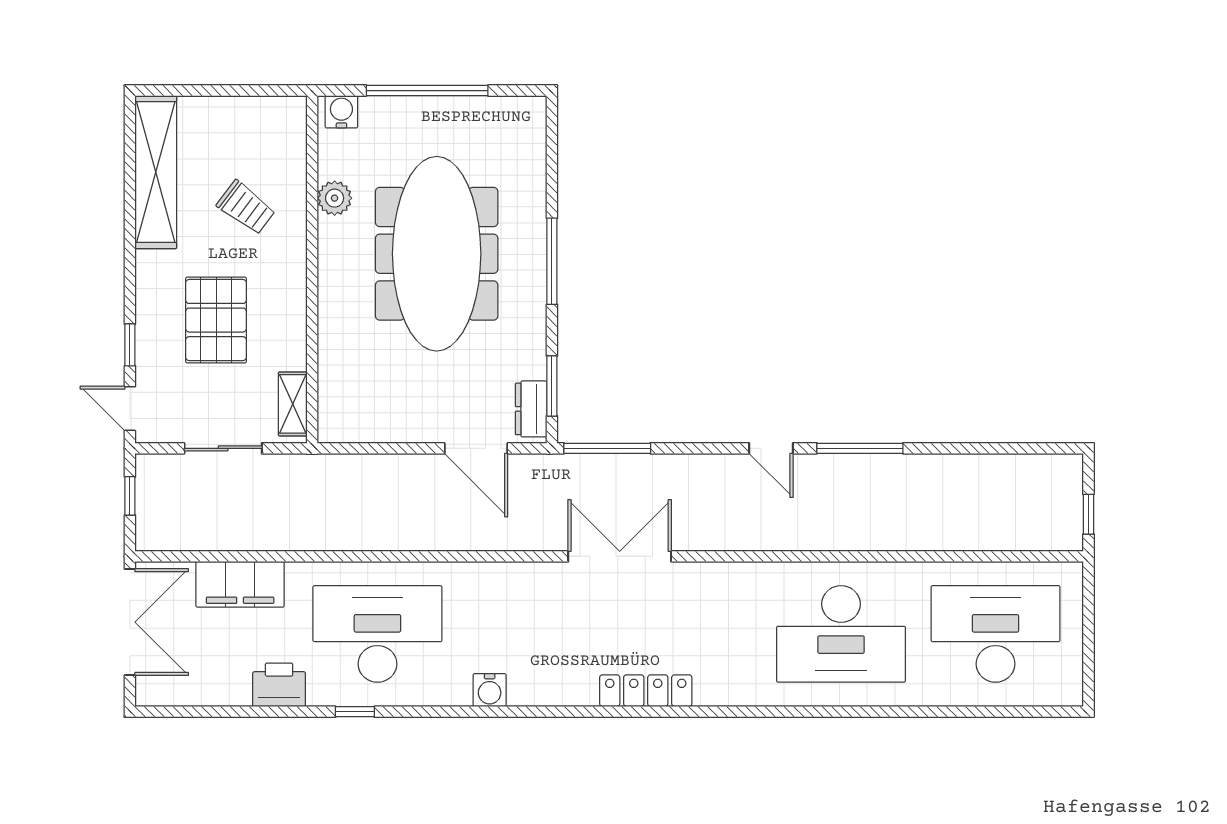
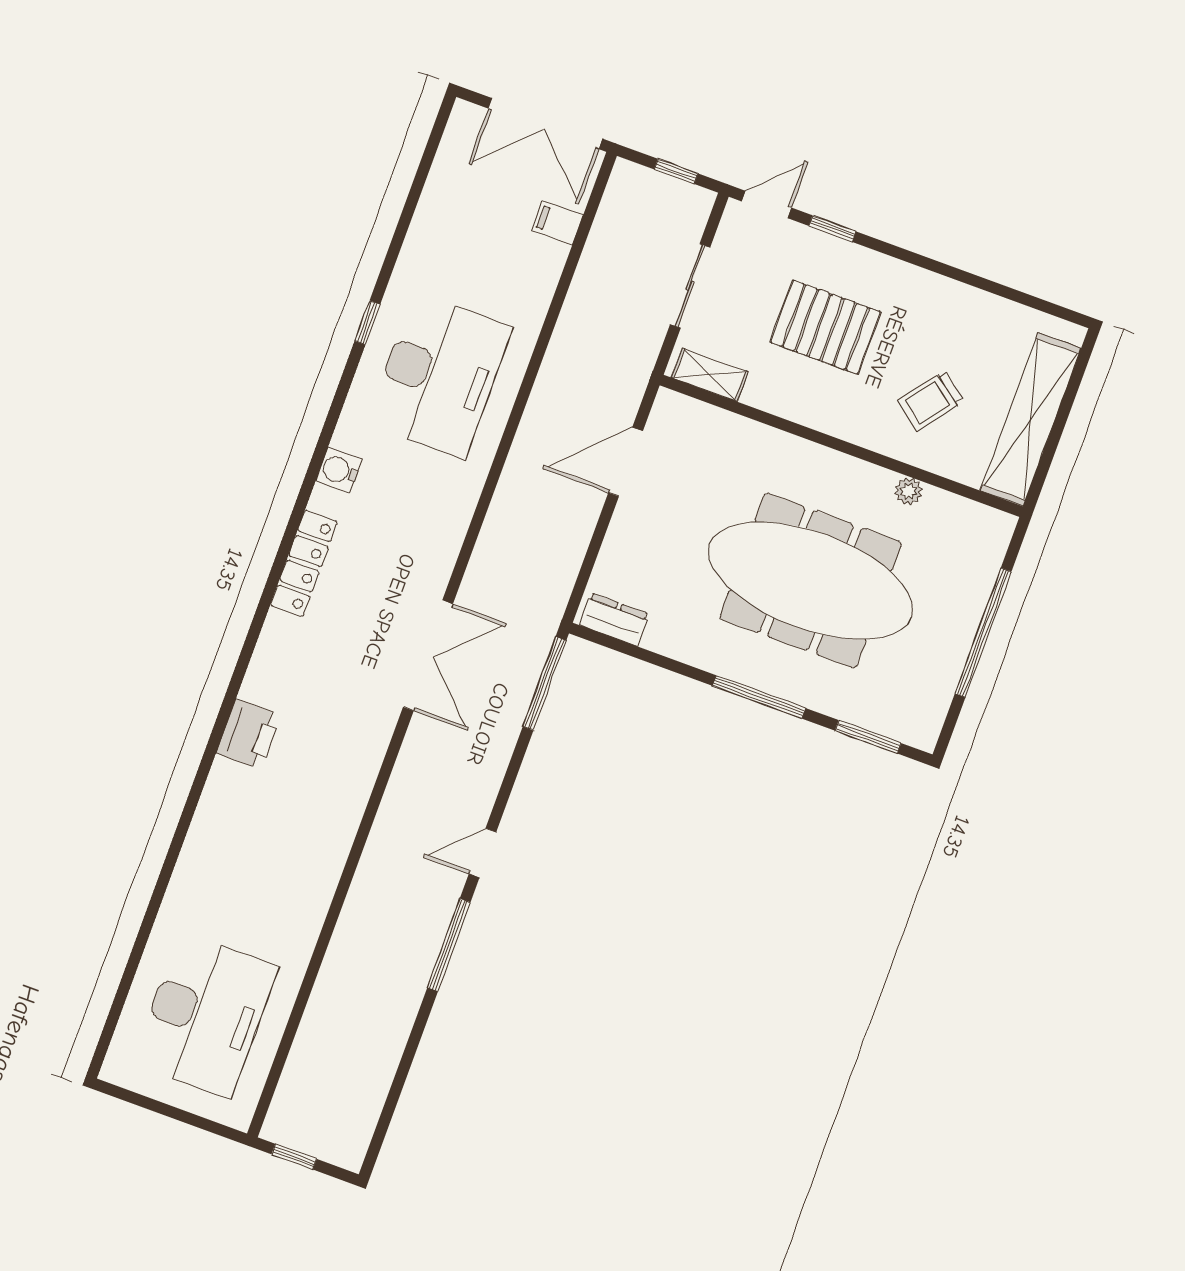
water cooler: (341, 112) -> (994, 536), removed
shelving: (156, 172) -> (1031, 419), moved, turned 90
plant: (335, 198) -> (909, 491), width x0.73, depth x0.73
window: (552, 386) -> (868, 737), moved
door: (476, 448) -> (626, 462), moved
filing cabinet: (240, 584) -> (557, 223), width x0.33, depth x0.86
desk: (841, 634) -> (264, 855), removed
printer: (279, 685) -> (249, 734), moved
locker: (646, 691) -> (304, 564), moved

